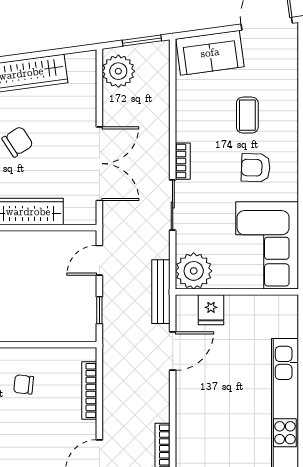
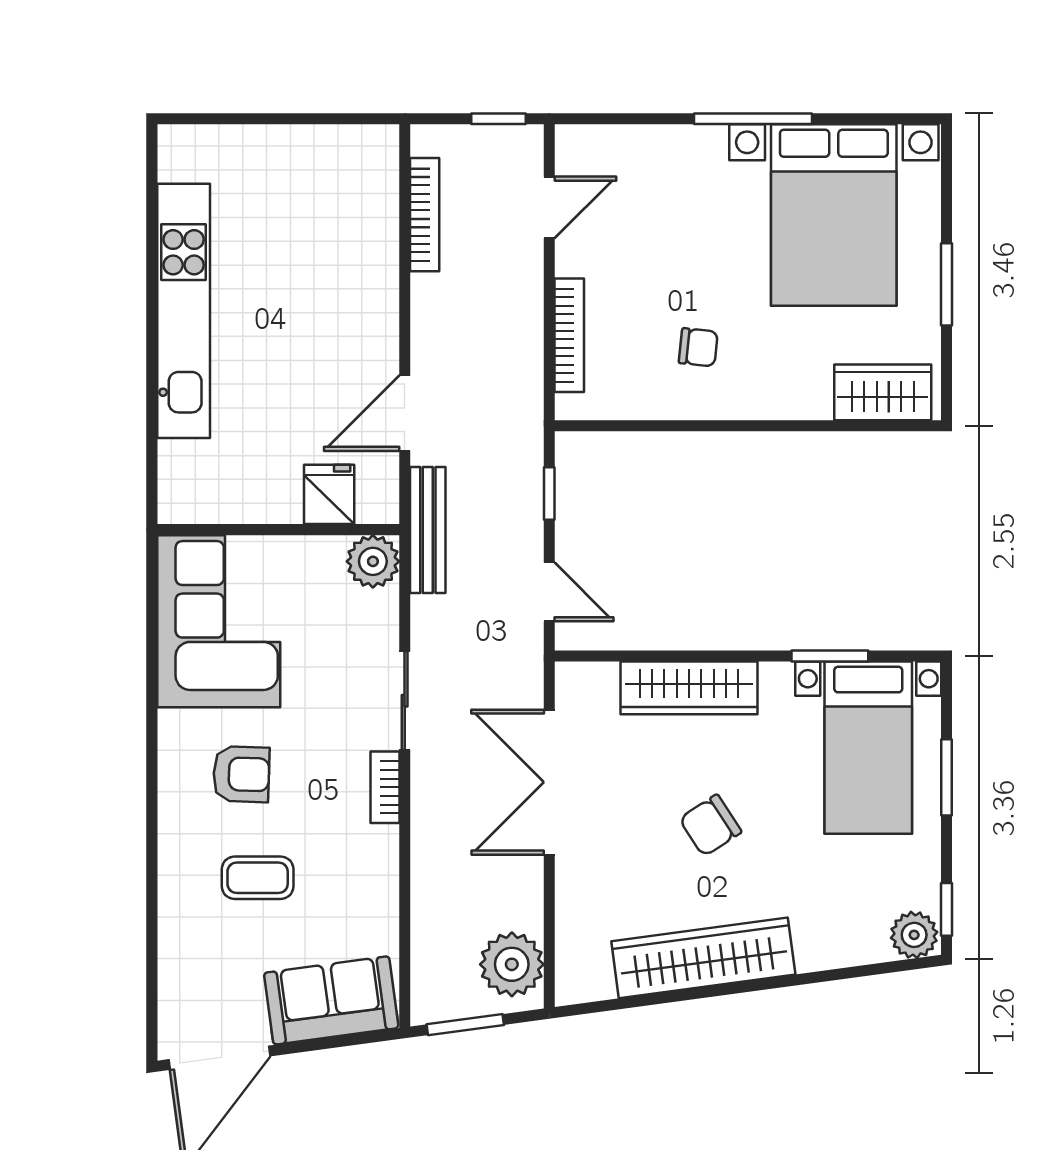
coffee table: (247, 115) -> (258, 878), turned 90
door: (99, 260) -> (549, 592), hinge flipped
plant: (194, 271) -> (373, 561), width x0.73, depth x0.73

